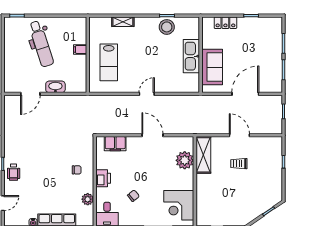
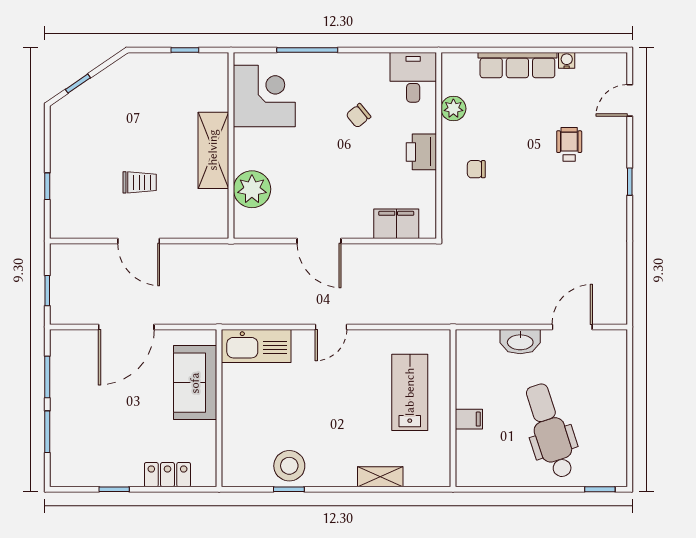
kitchen sink: (191, 56) -> (256, 346), moved, turned 90
shelving: (203, 155) -> (213, 150), moved
wheelchair: (14, 172) -> (569, 144), moved

